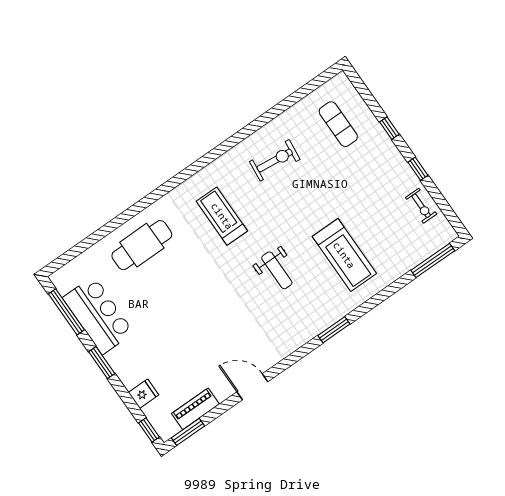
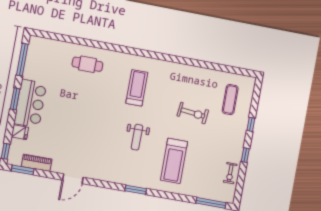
exercise bike: (275, 160) -> (193, 113), moved
cafe table: (142, 245) -> (87, 64), width x0.73, depth x0.74
bar counter: (98, 315) -> (30, 104), moved
door: (252, 387) -> (73, 179), swing flipped

